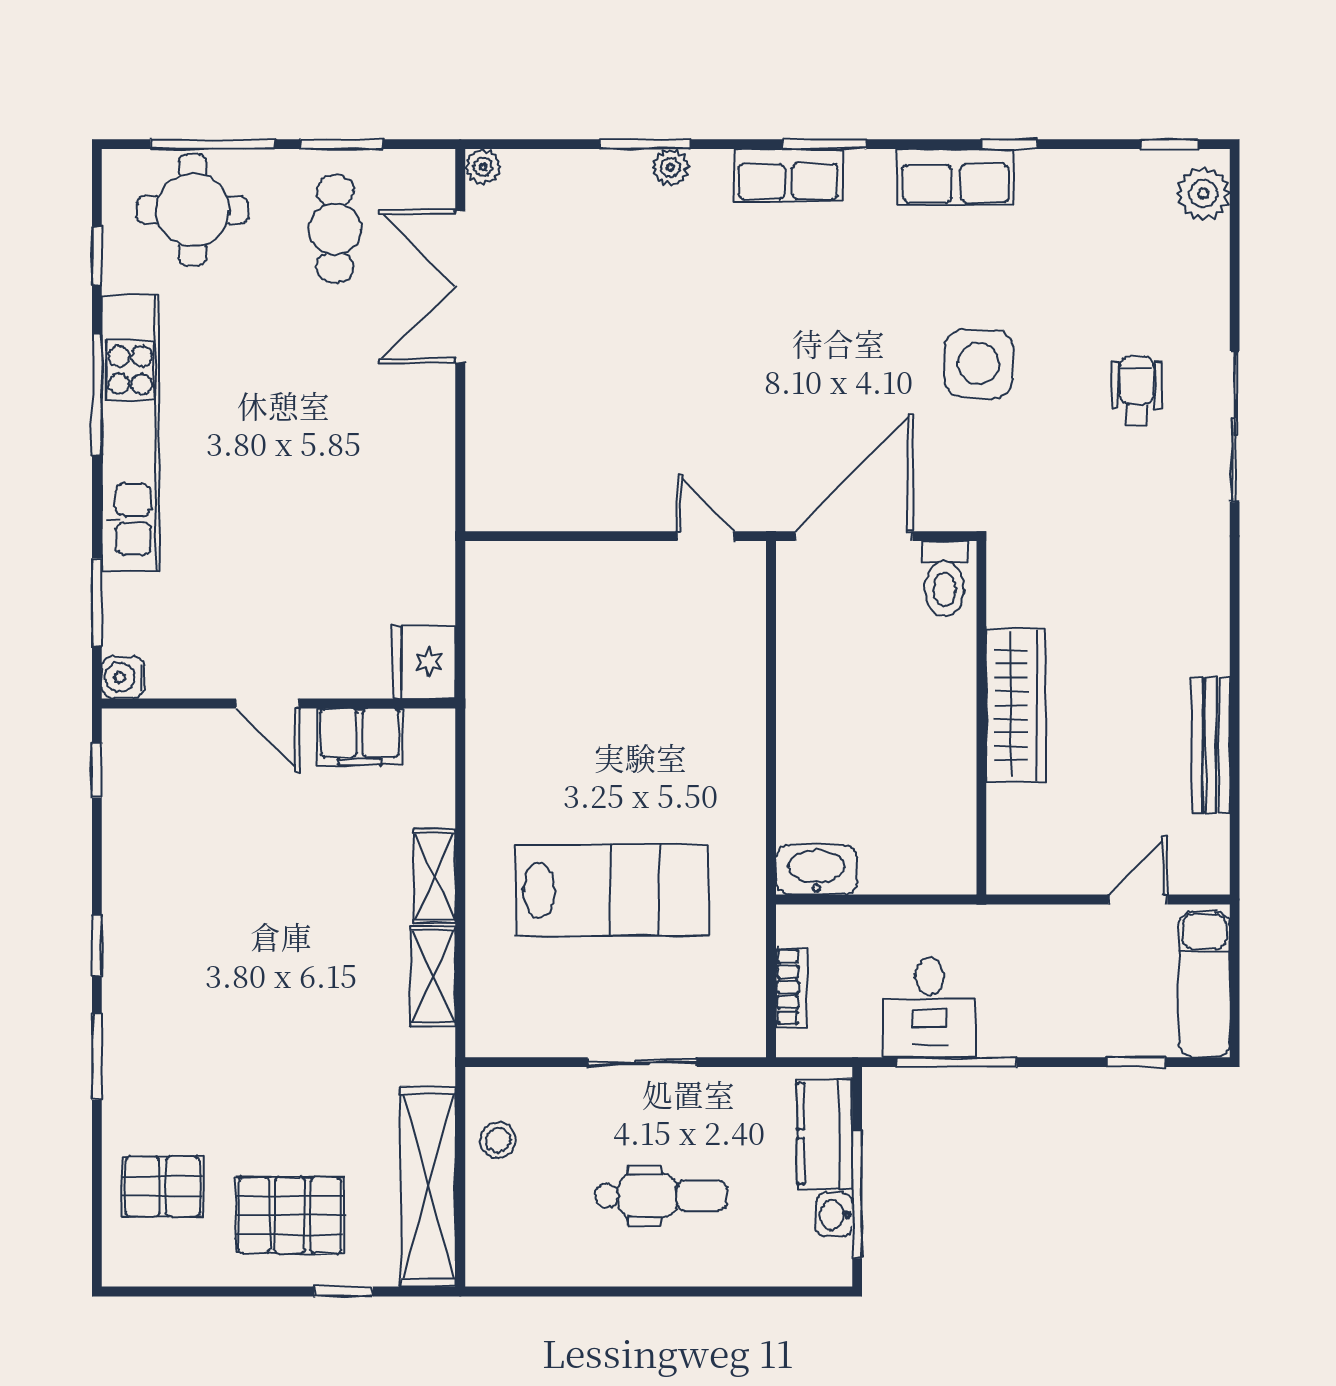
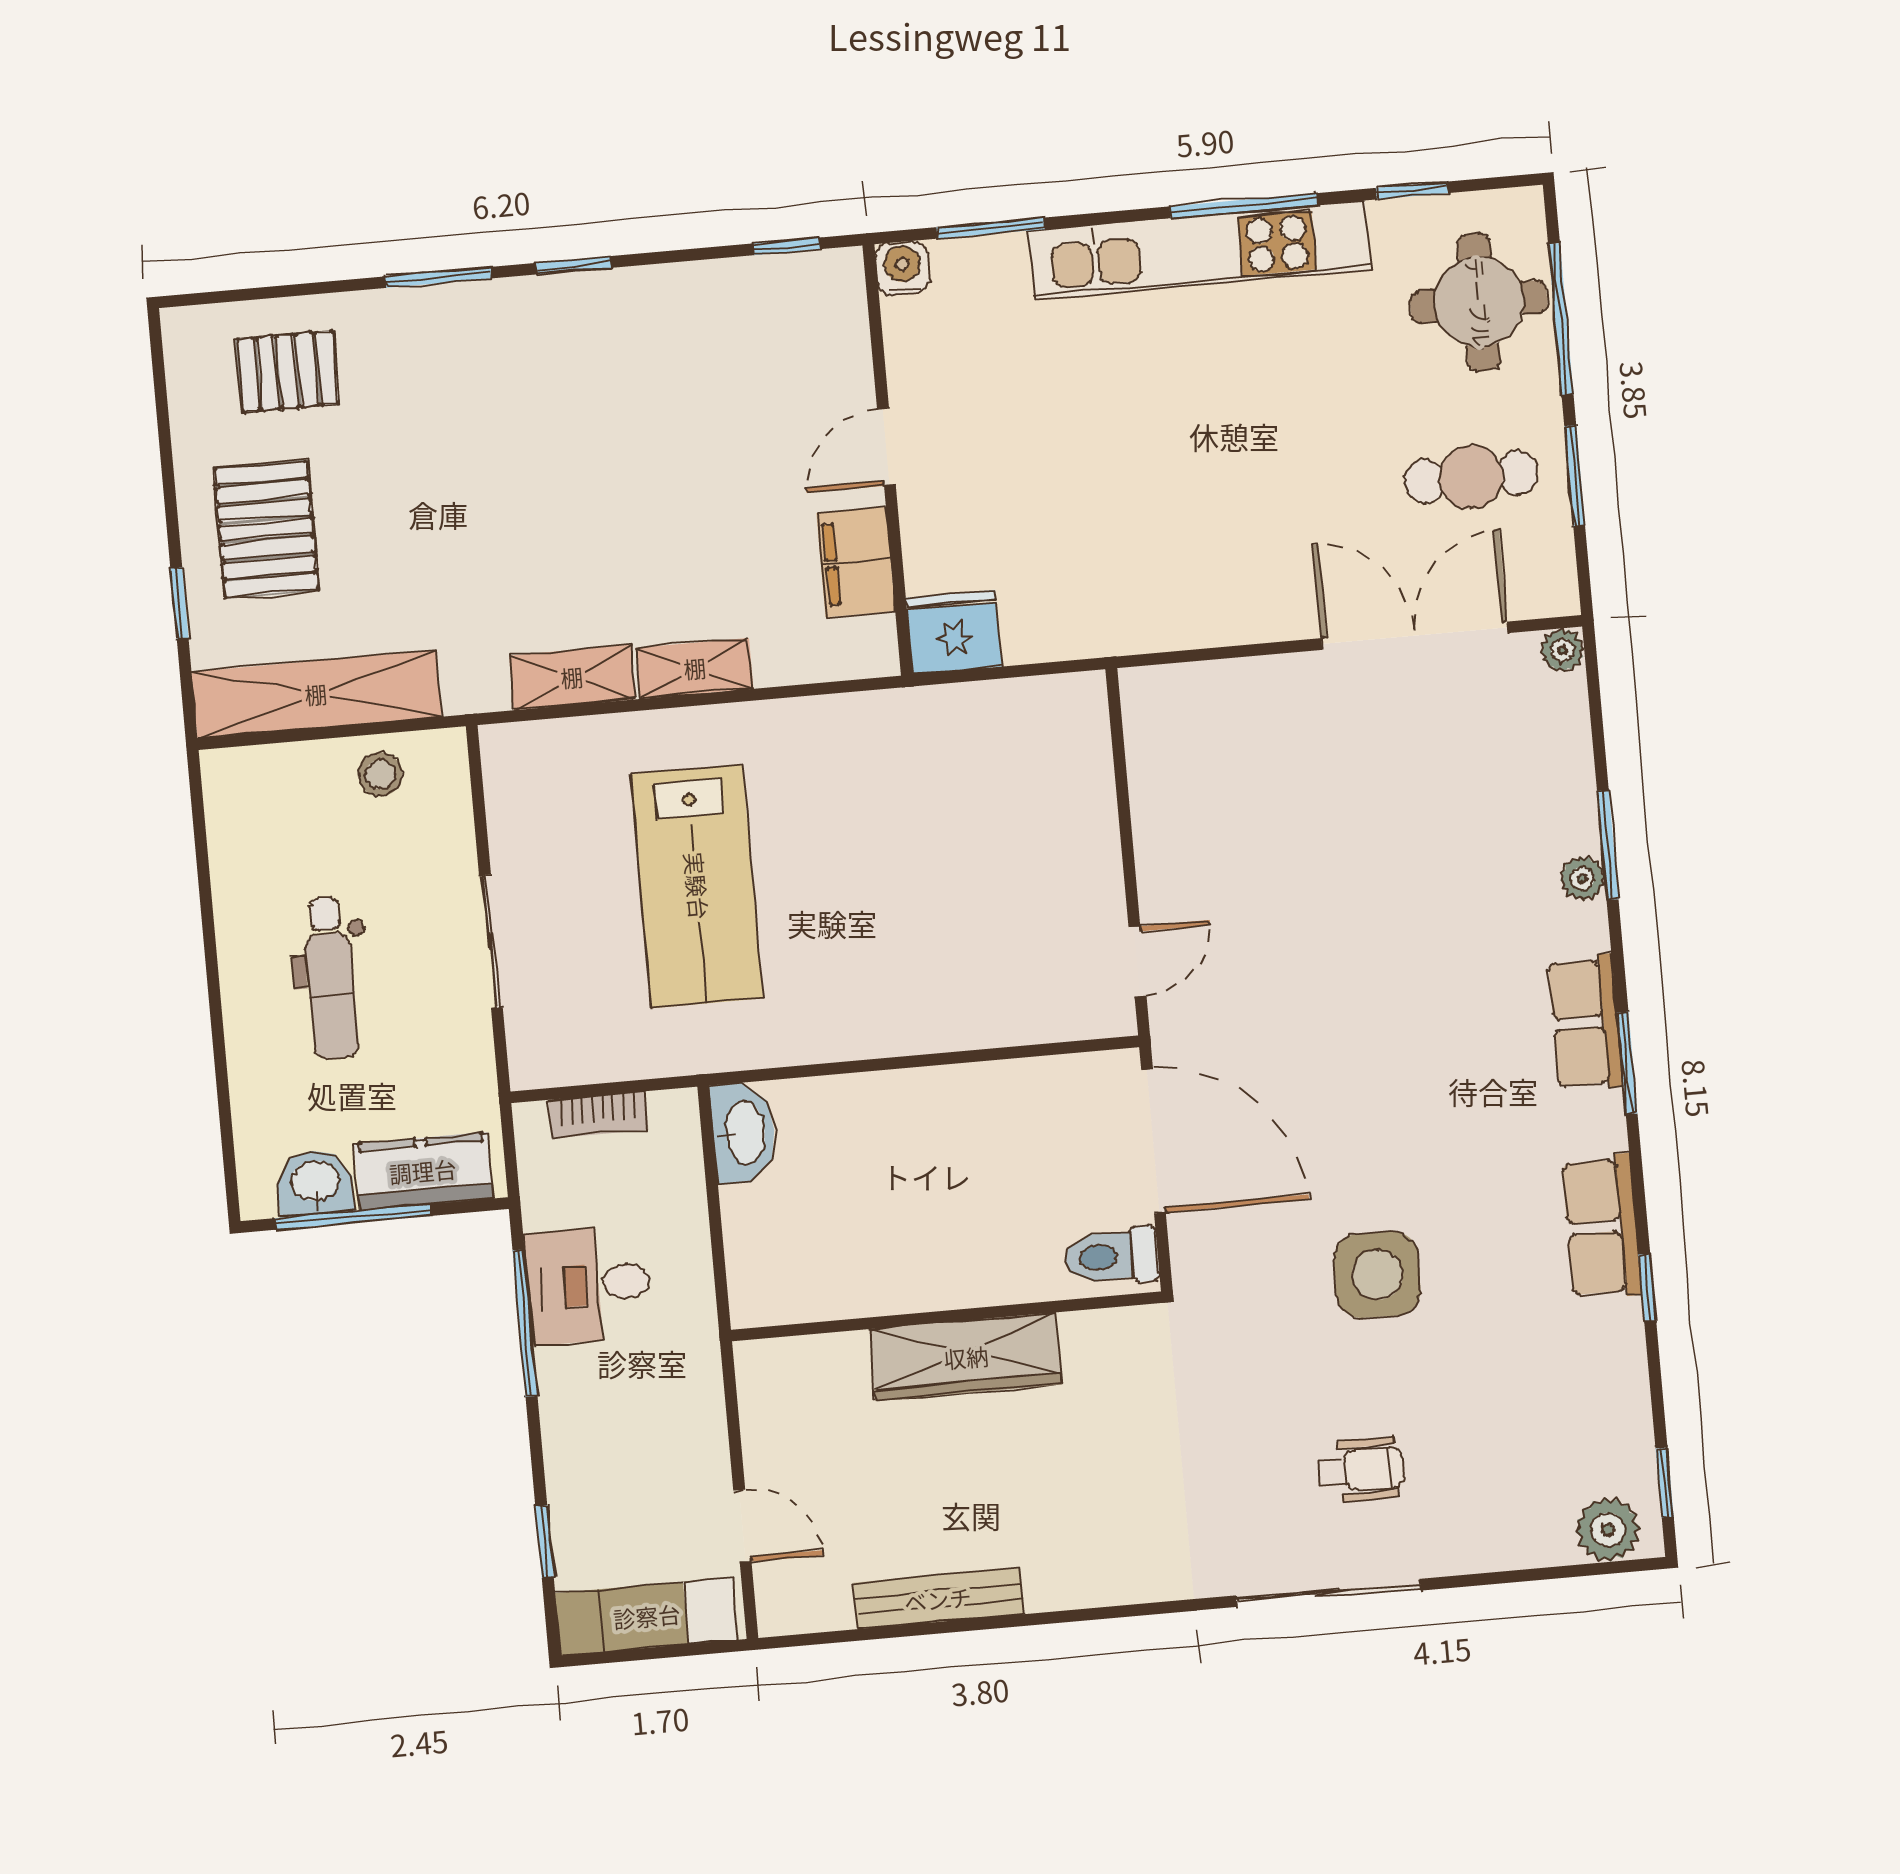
pallet: (163, 1186) -> (288, 371), turned 90
washbasin: (834, 1215) -> (315, 1183), width x1.38, depth x1.45

